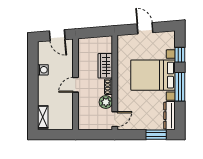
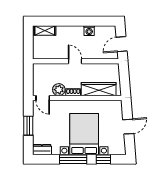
wardrobe: (105, 66) -> (99, 89), width x1.50
dresser: (170, 116) -> (42, 150), width x0.70
window: (156, 135) -> (28, 126), moved

